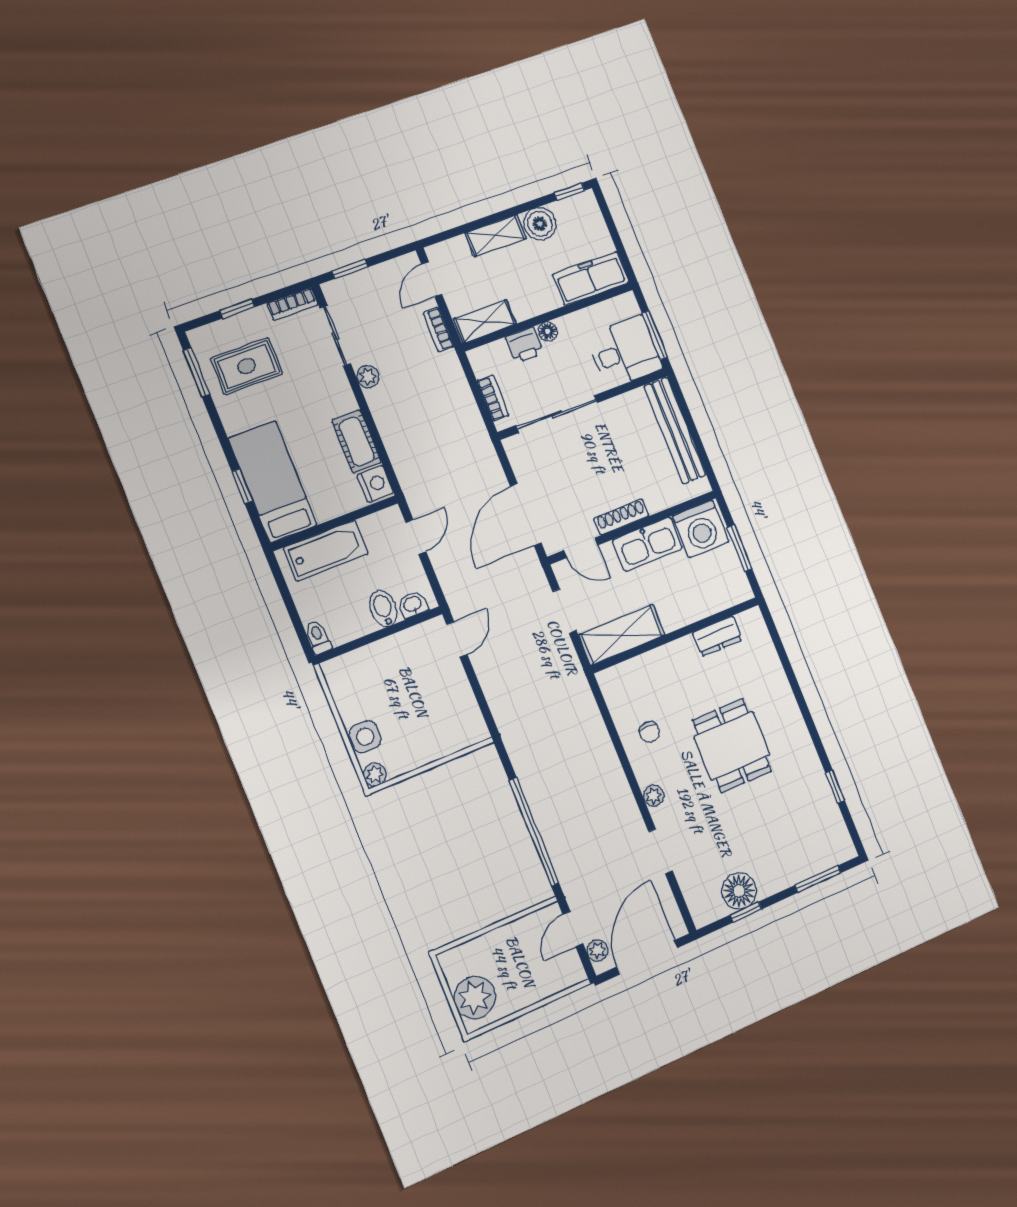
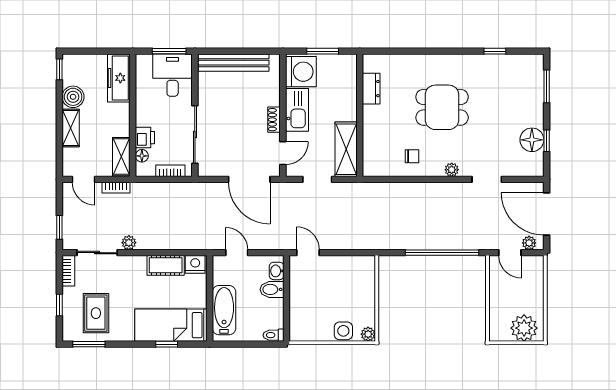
floor lamp: (548, 331) -> (142, 156), moved
shoe rack: (621, 517) -> (274, 120), width x0.70

